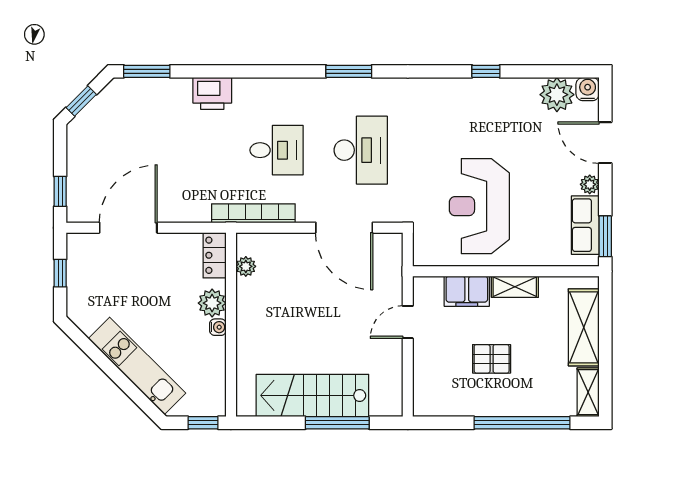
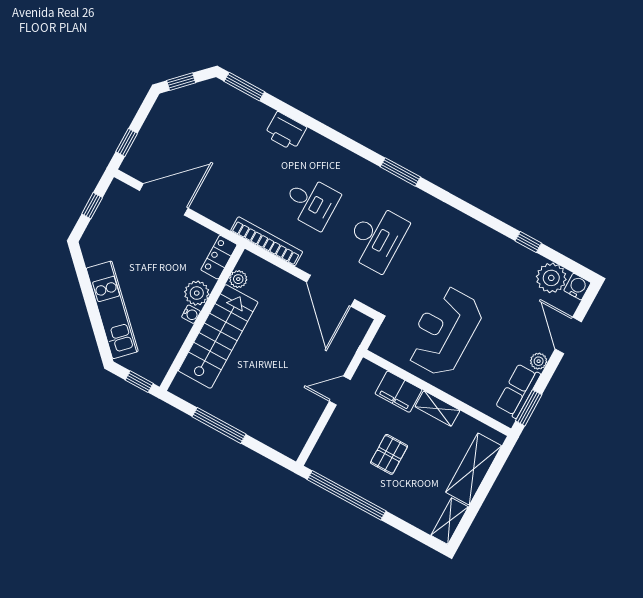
window: (486, 71) -> (528, 242), moved
pallet: (492, 359) -> (389, 454), turned 90
stairs: (312, 395) -> (218, 336), moved, turned 90
window: (337, 423) -> (219, 425), moved
window: (522, 423) -> (347, 495), moved

